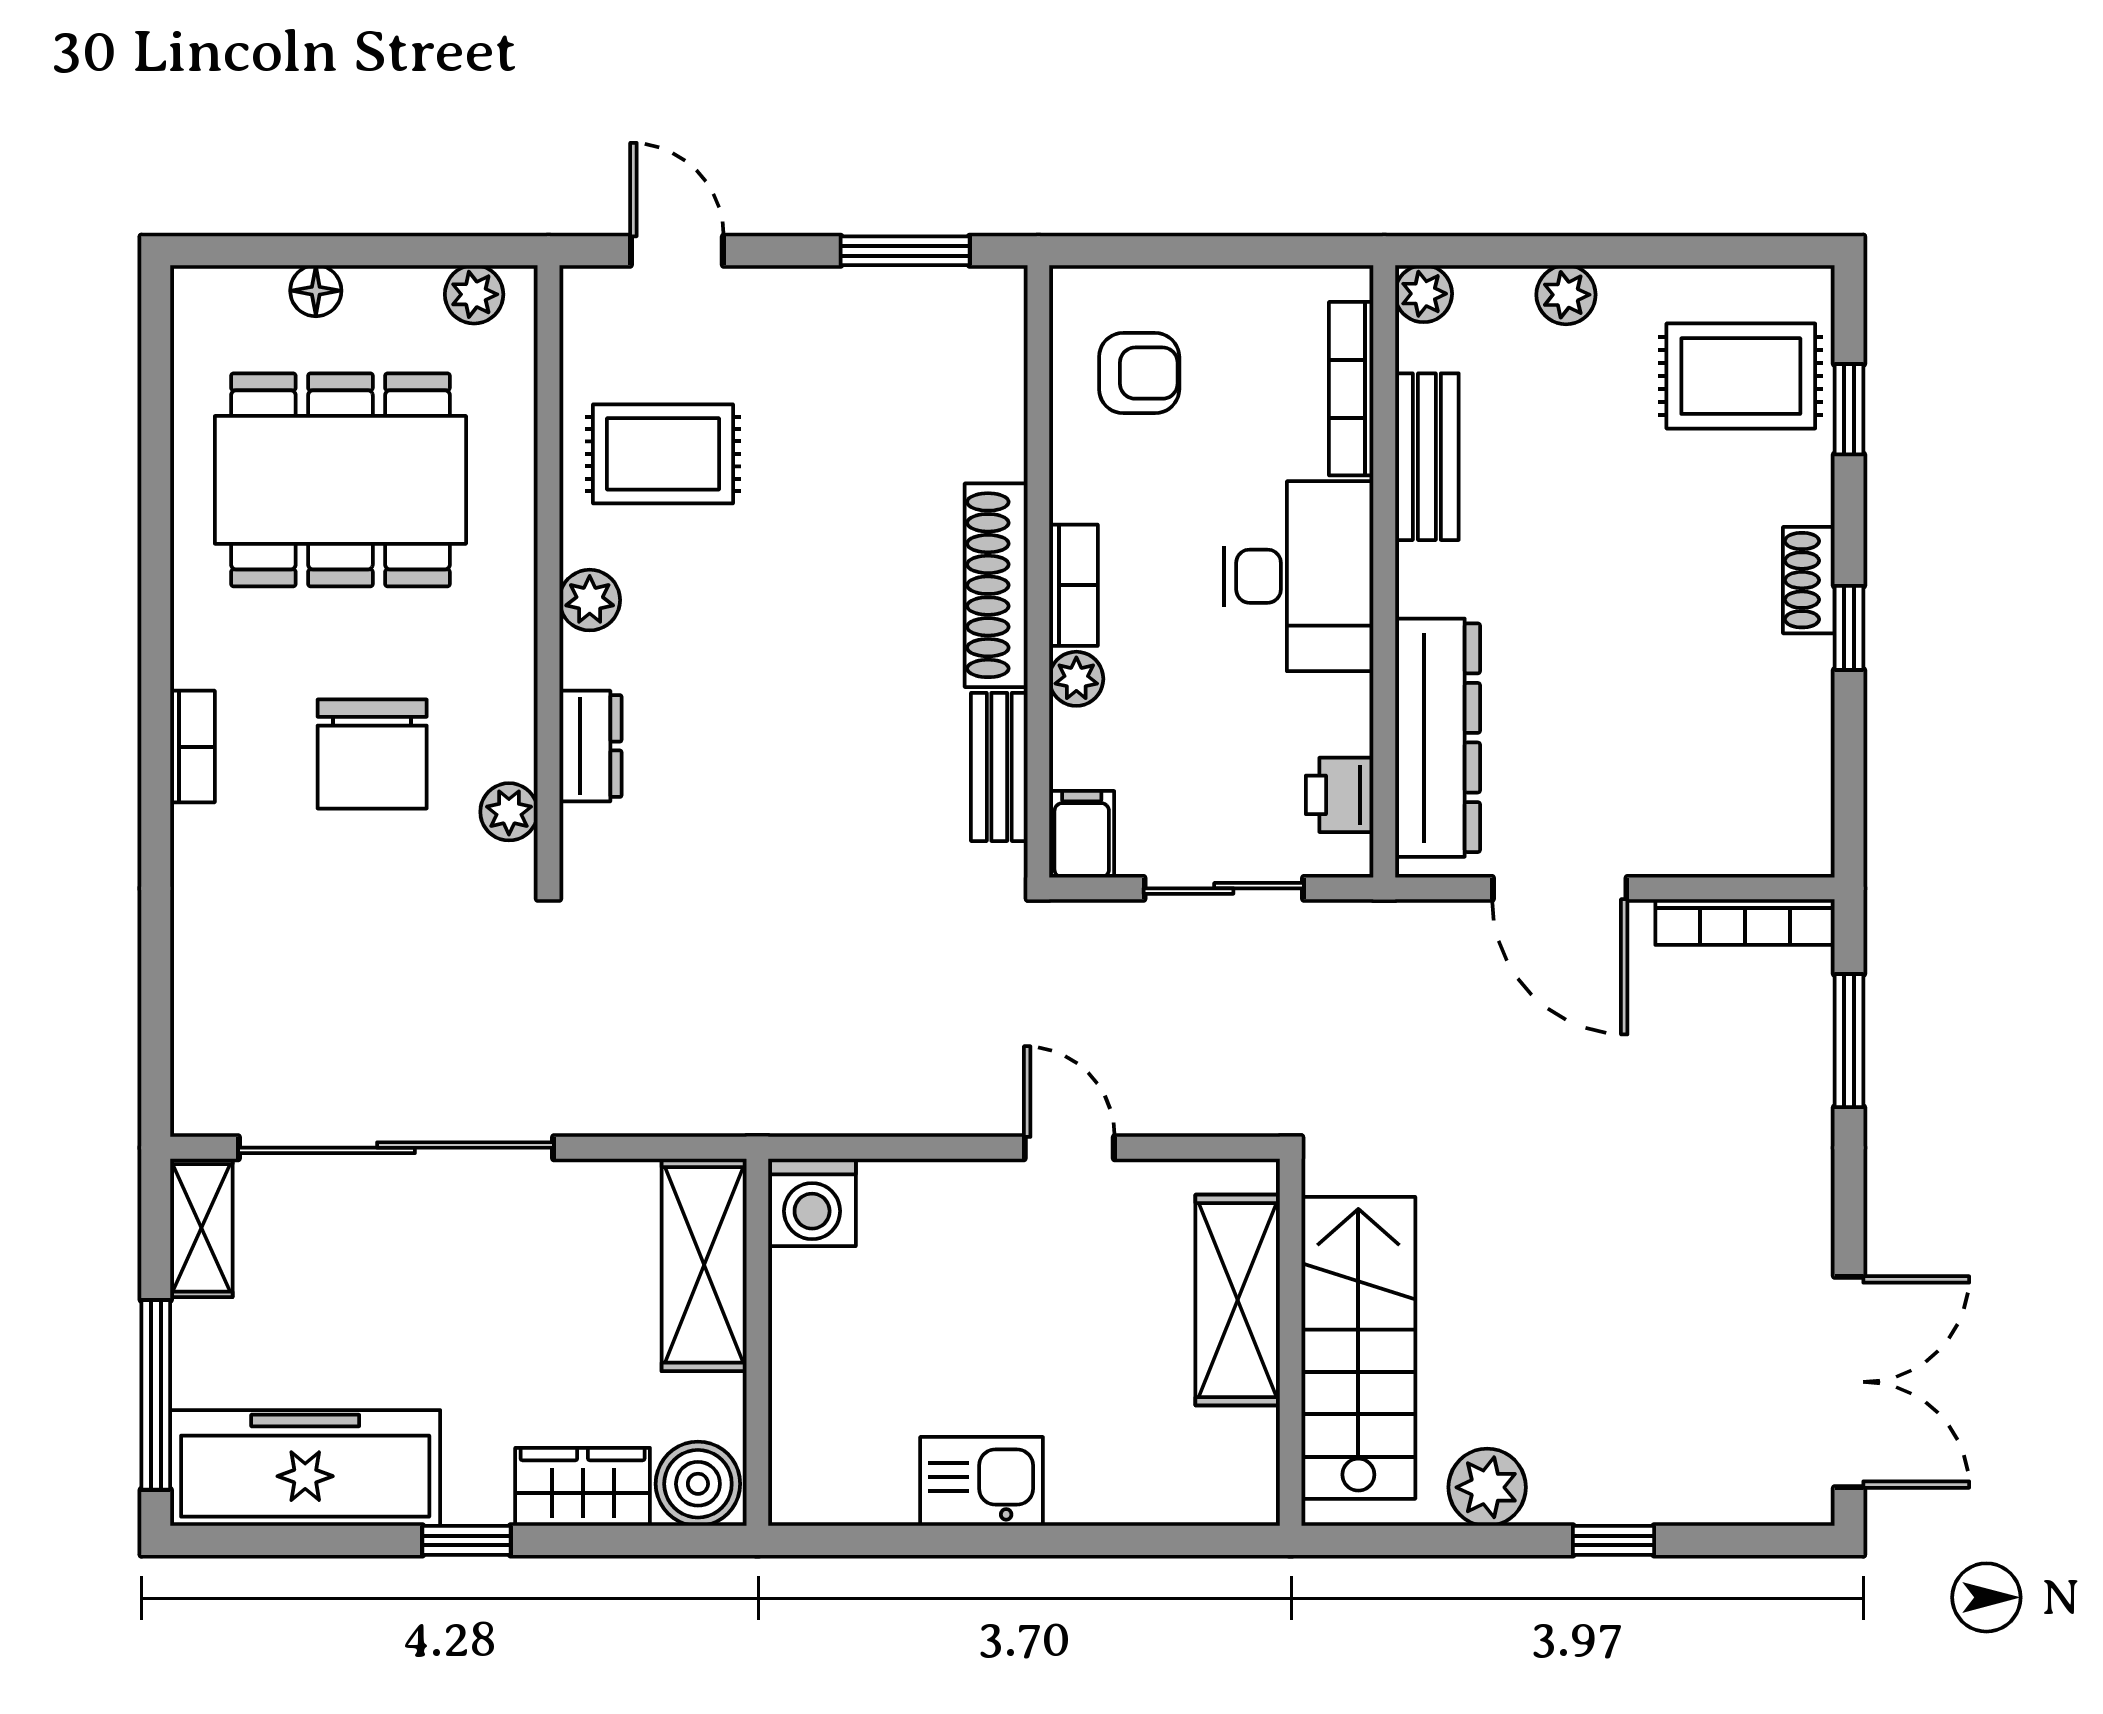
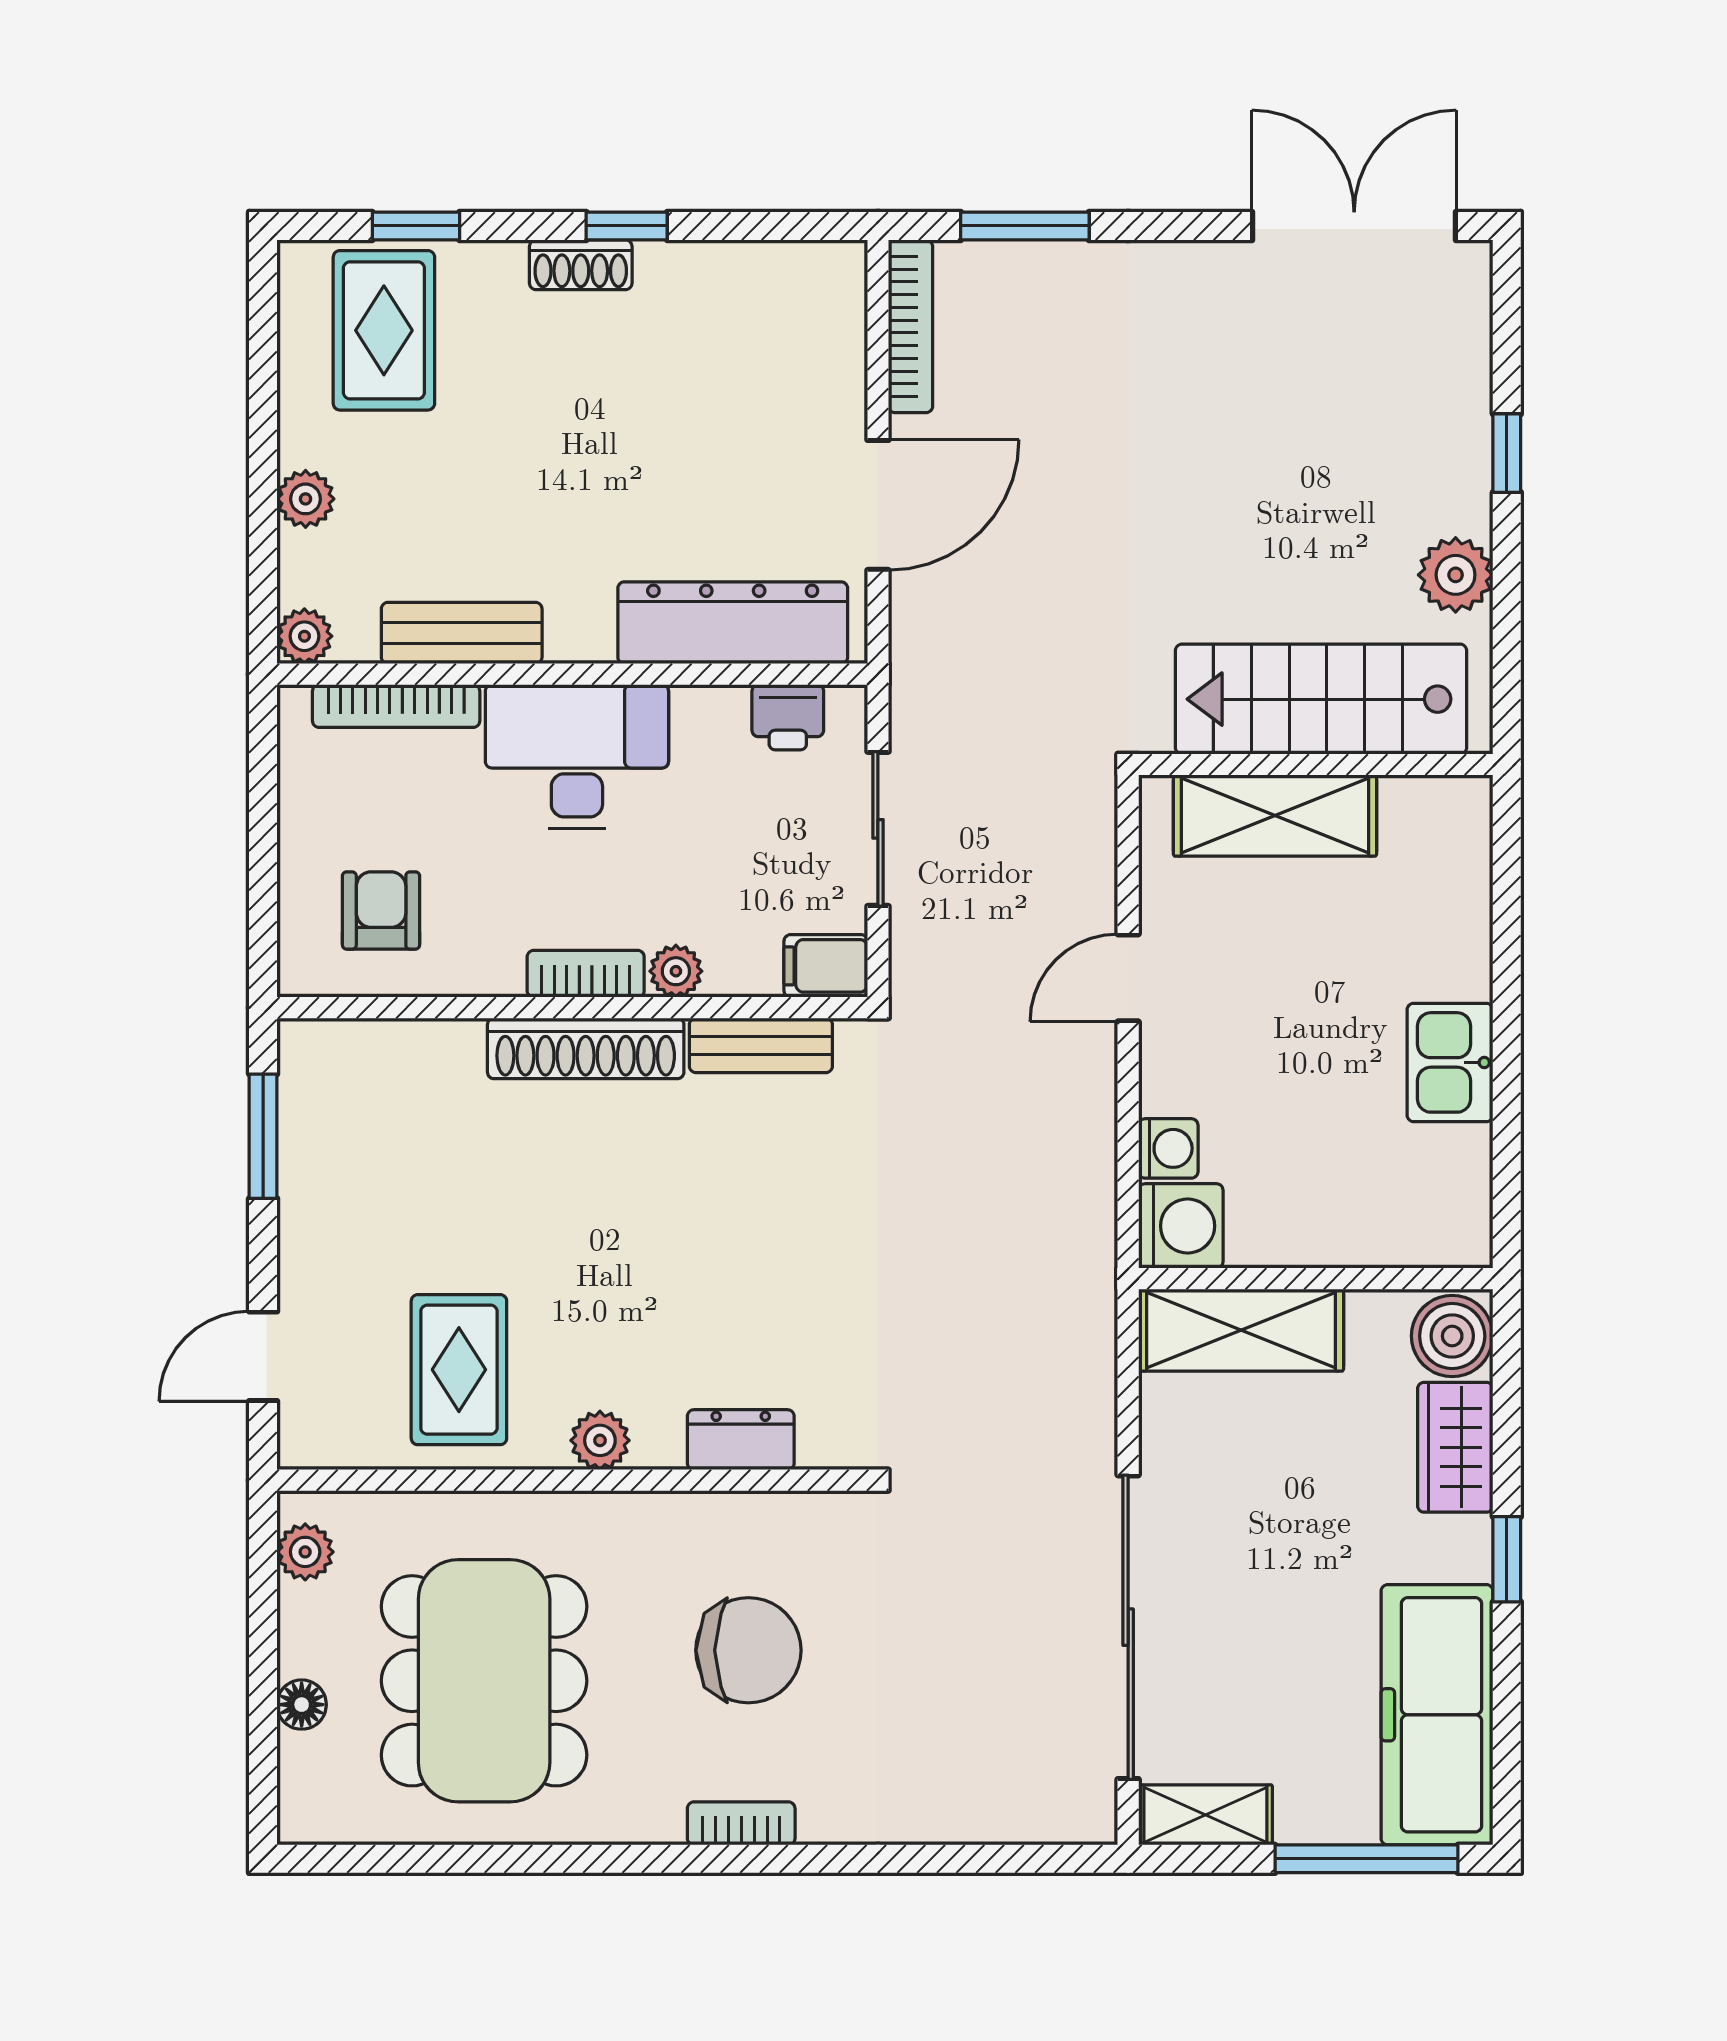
plant: (509, 812) -> (804, 1518), removed
washing machine: (892, 1189) -> (1168, 1148), added

